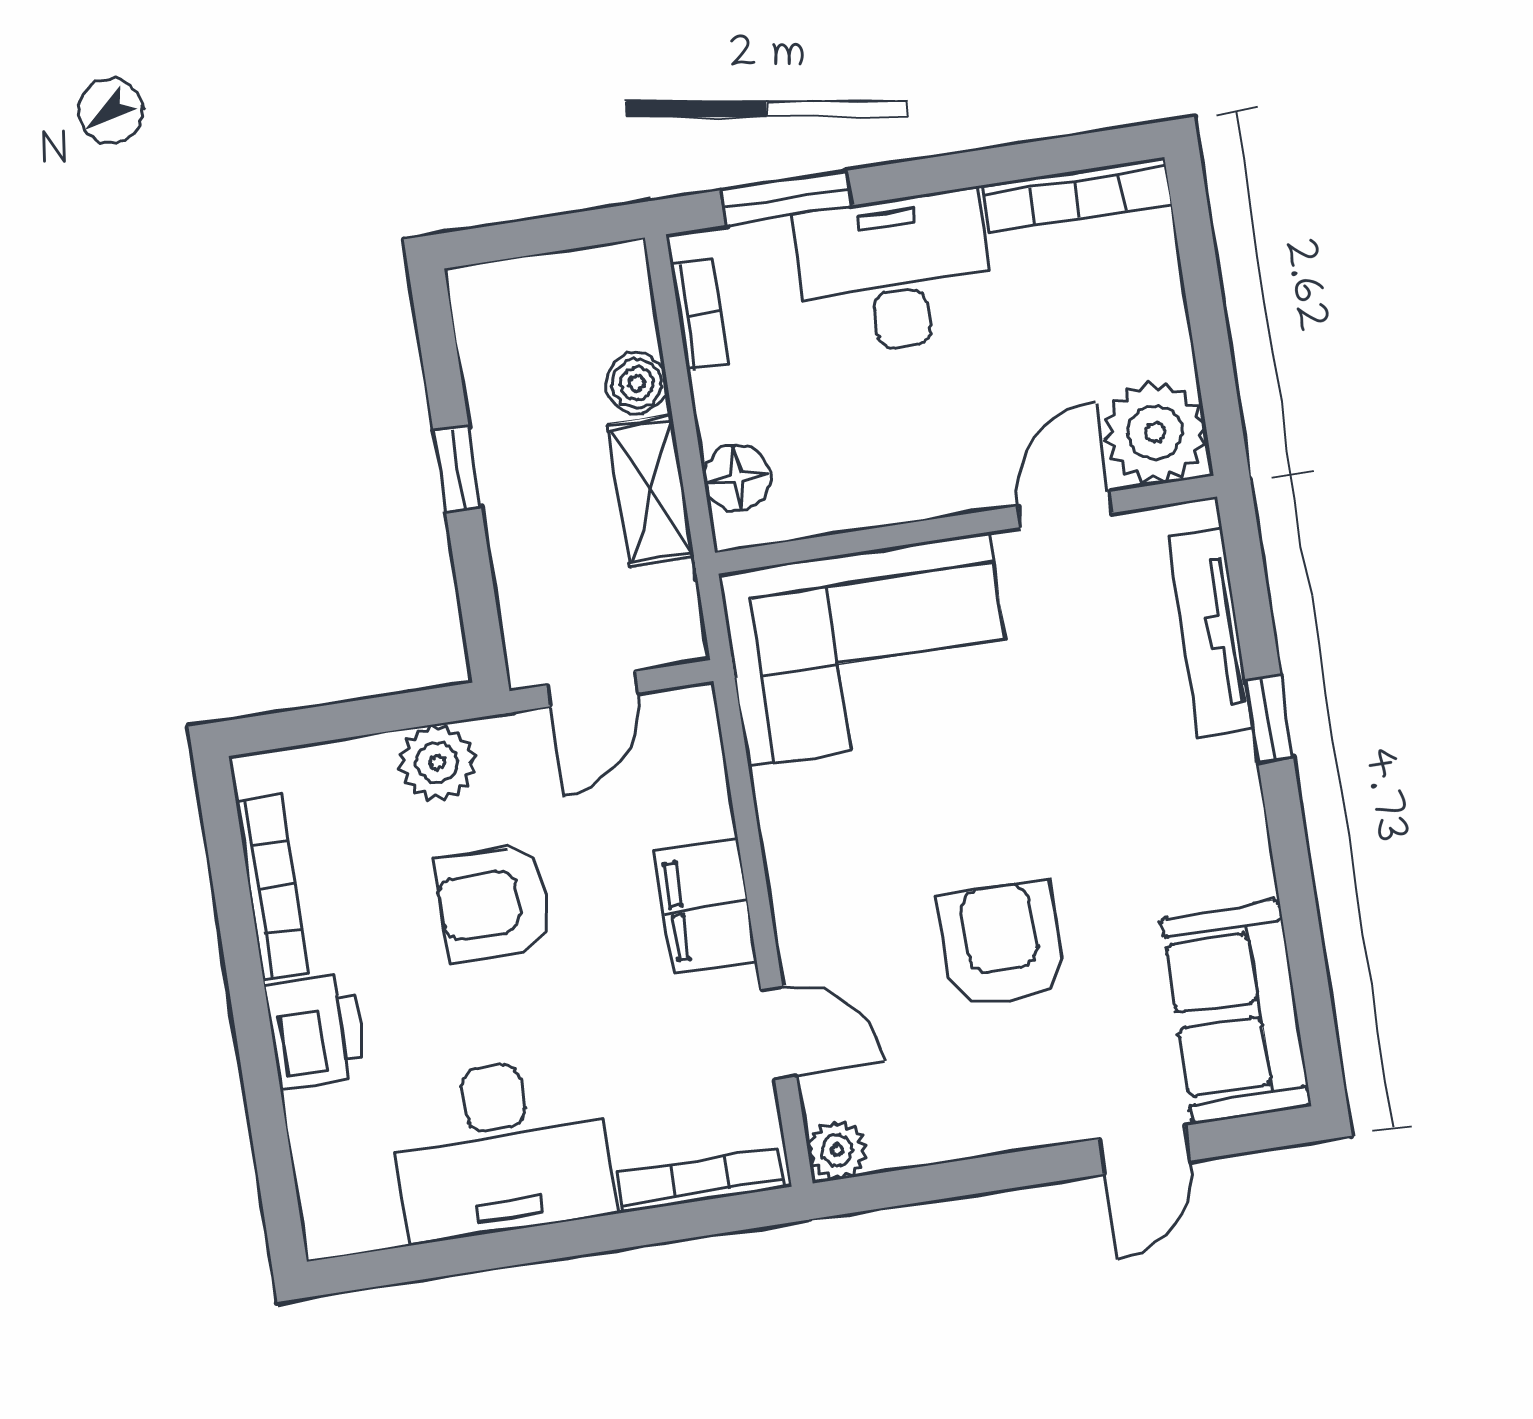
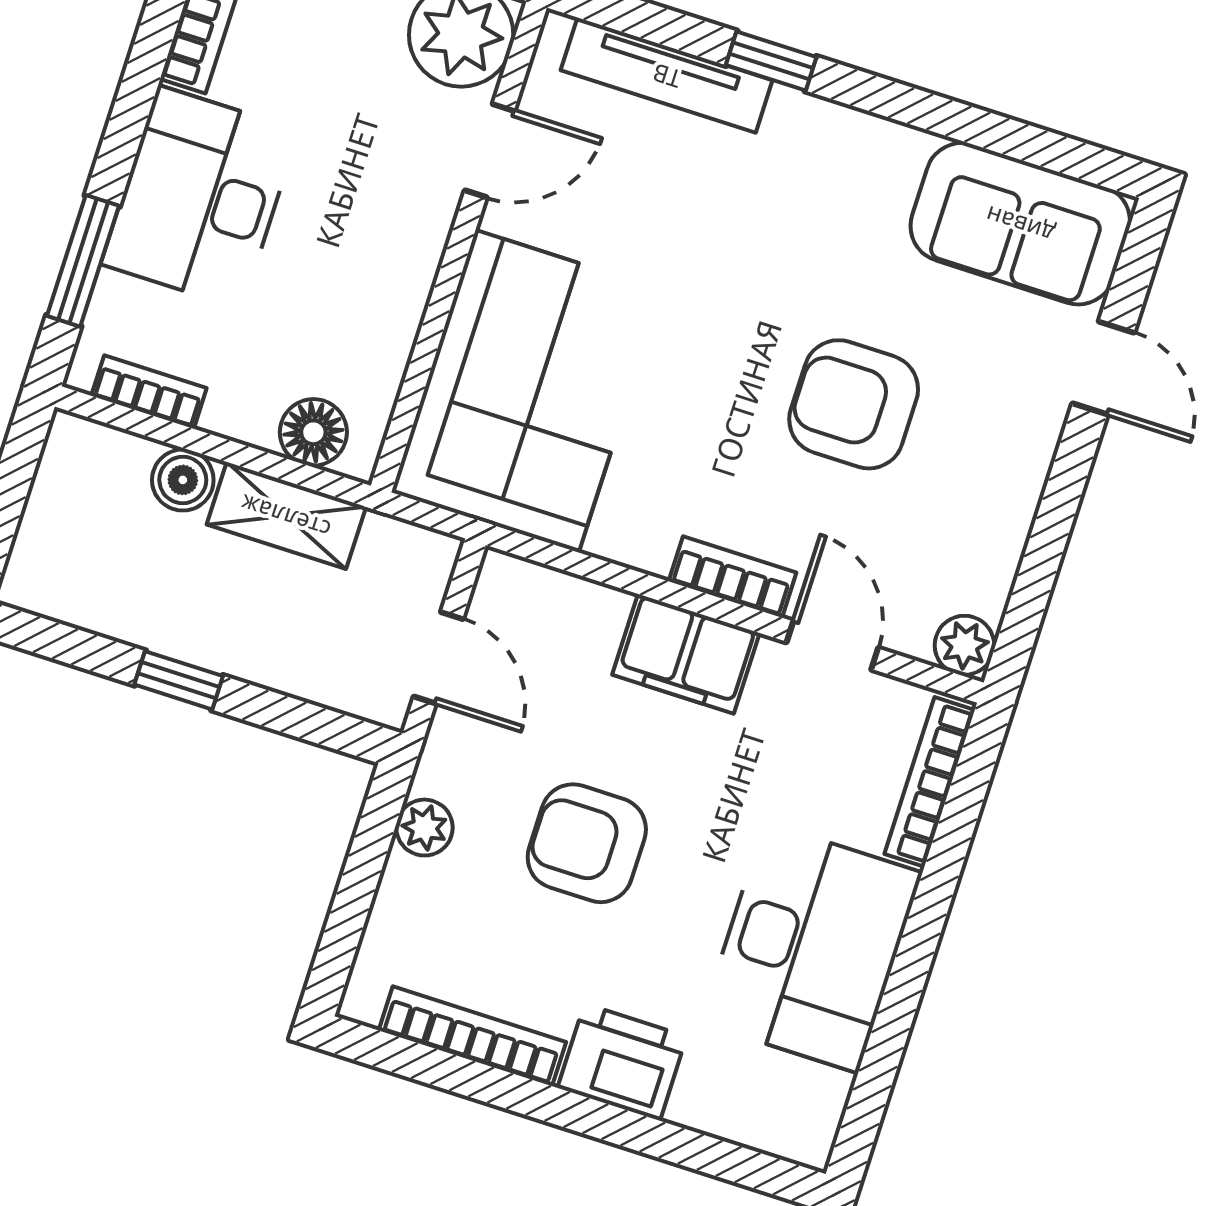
door: (1065, 509) -> (490, 151), swing flipped
plant: (437, 762) -> (424, 828), width x0.73, depth x0.73
armchair: (494, 903) -> (587, 843), turned 90
bookcase: (795, 914) -> (733, 577), added
door: (779, 1033) -> (832, 645), hinge flipped

